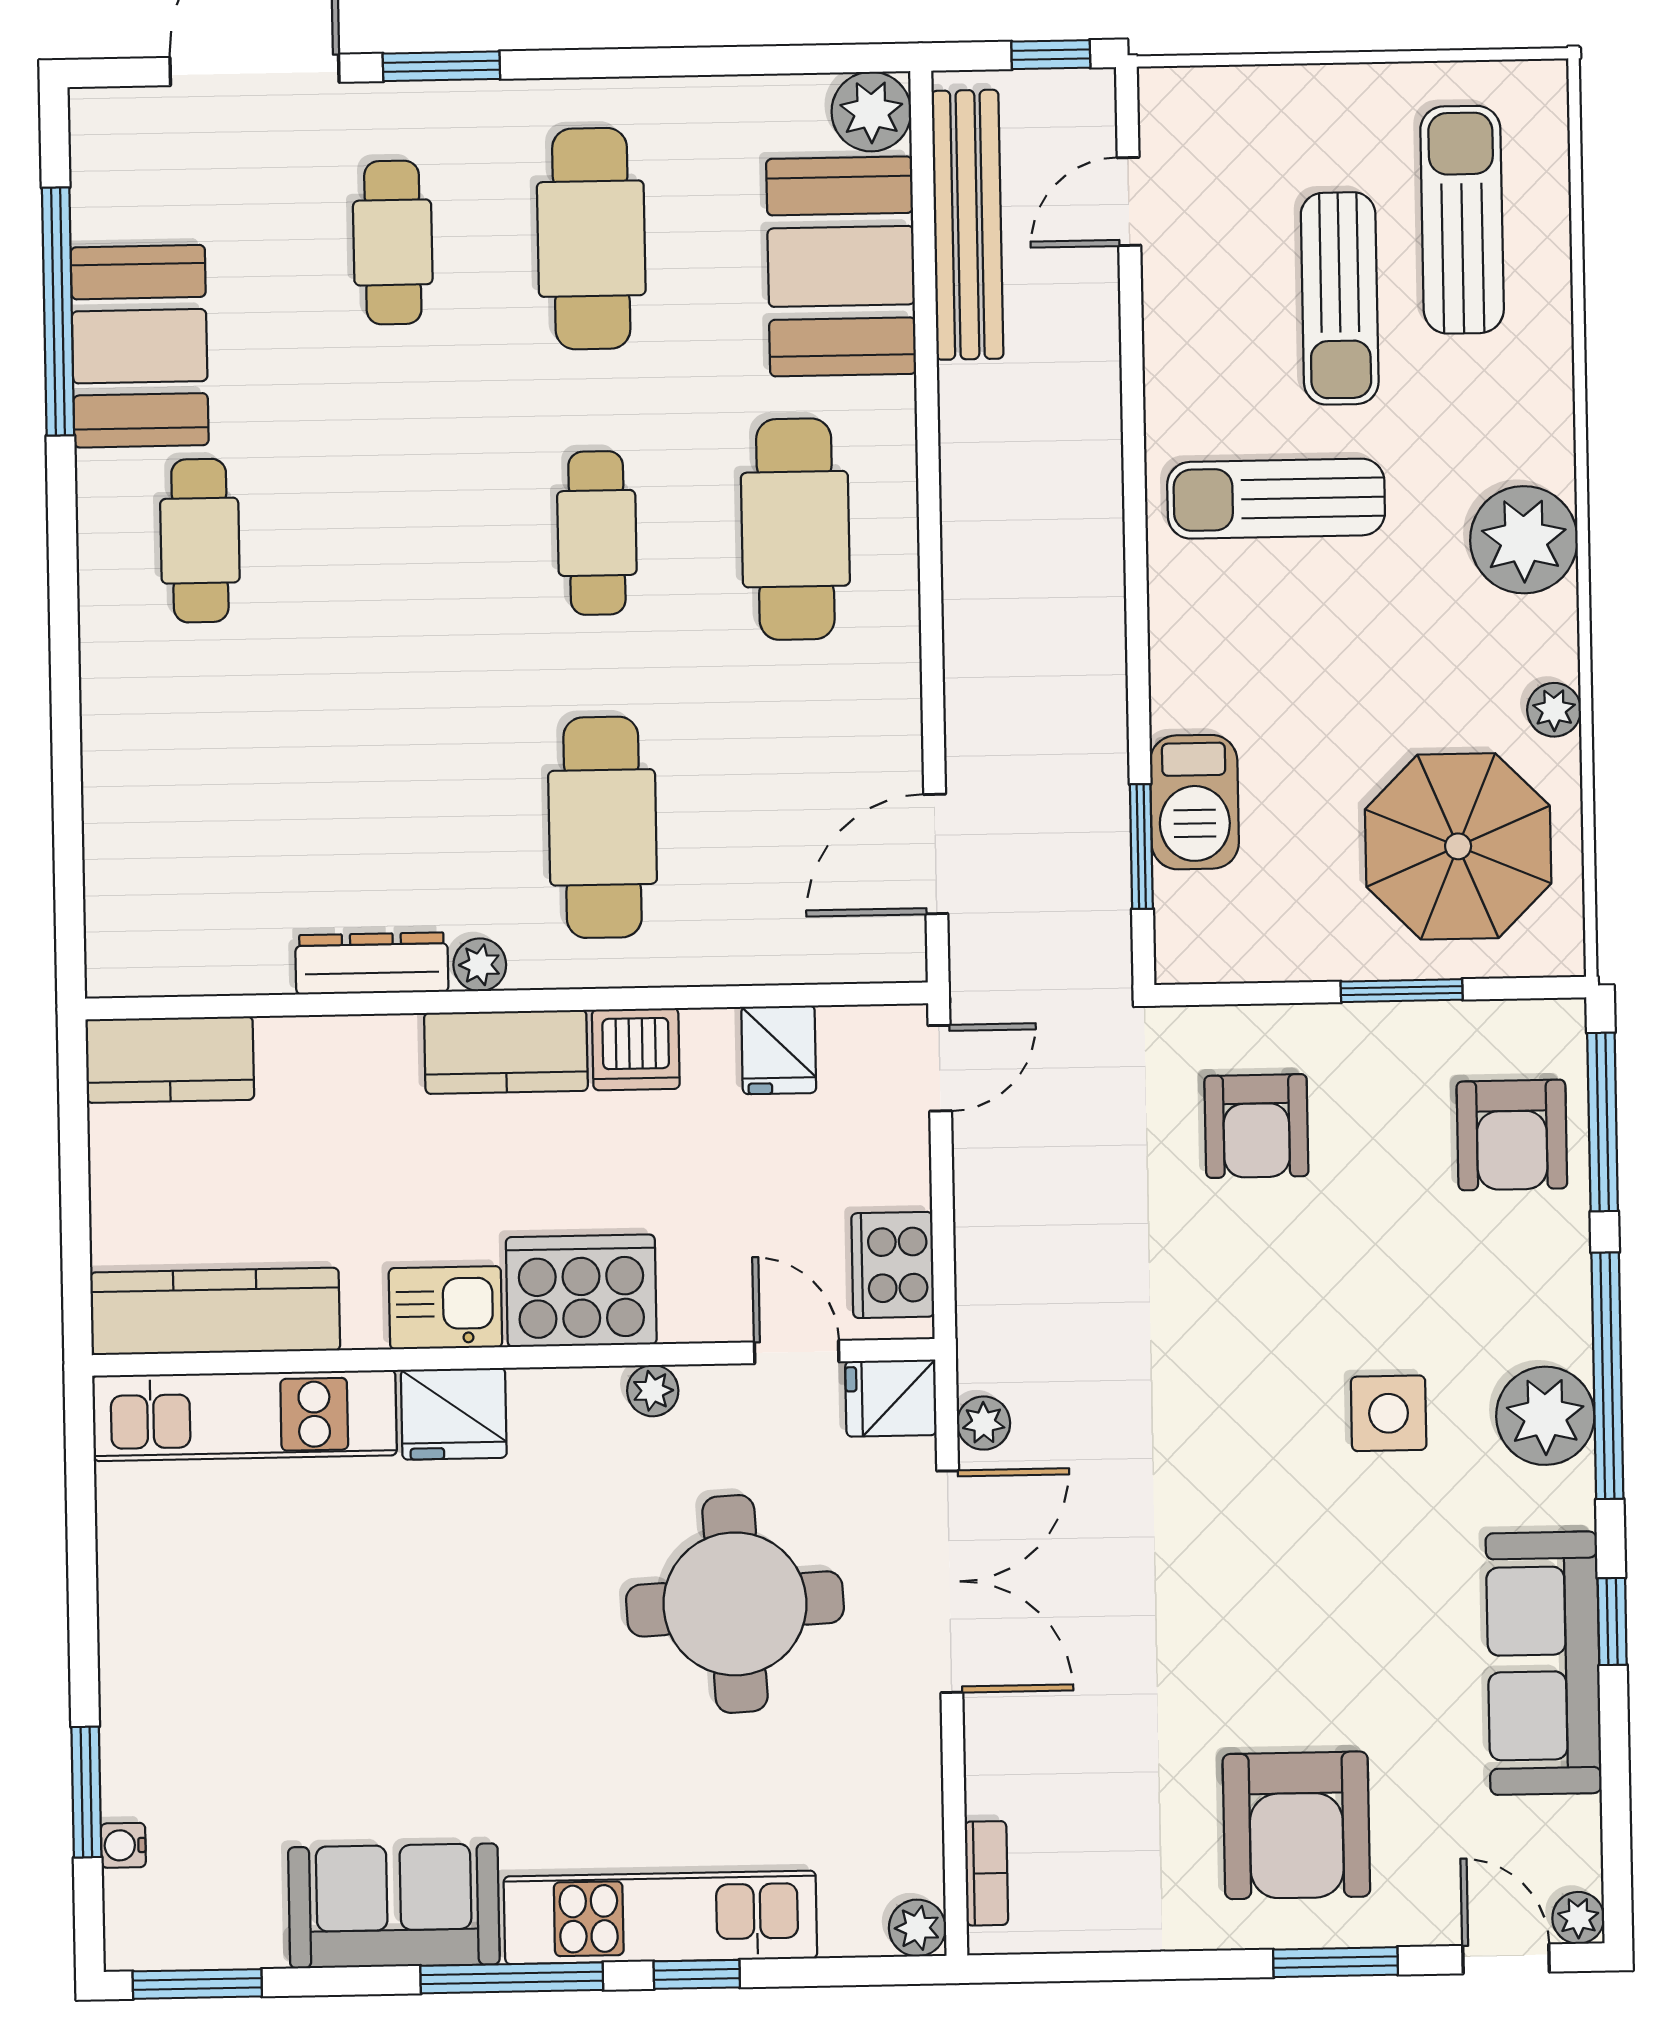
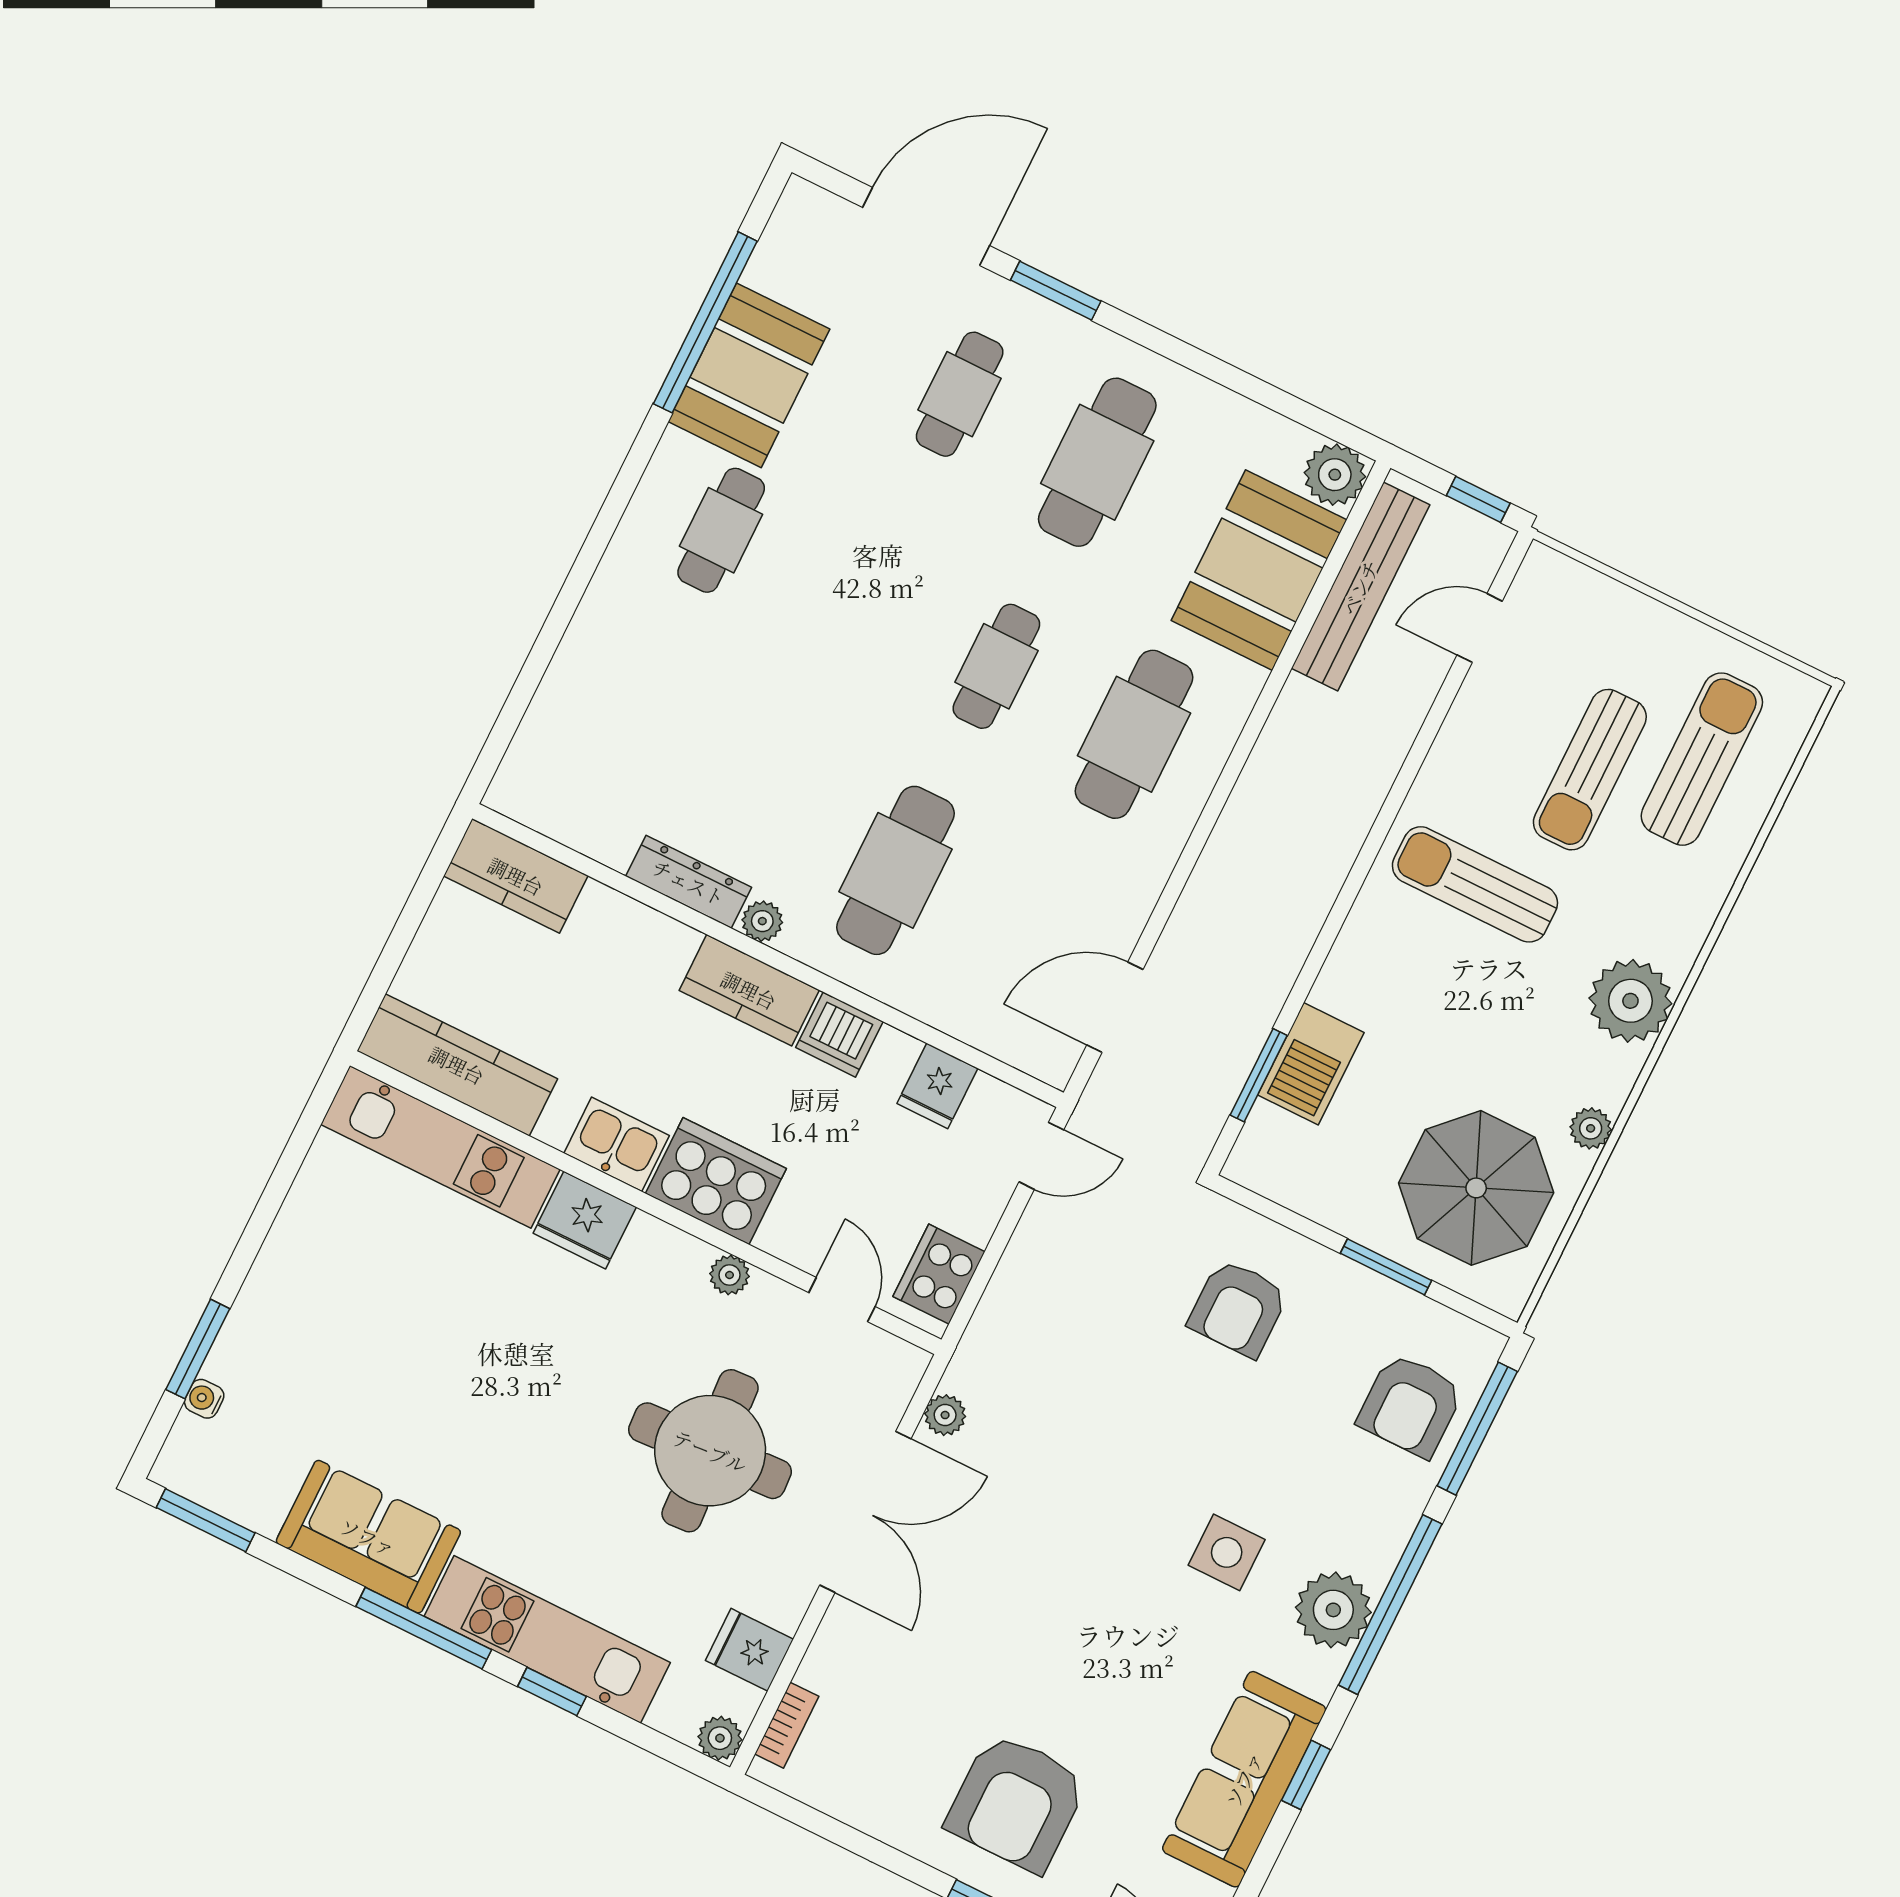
fridge: (891, 1398) -> (750, 1650), moved

